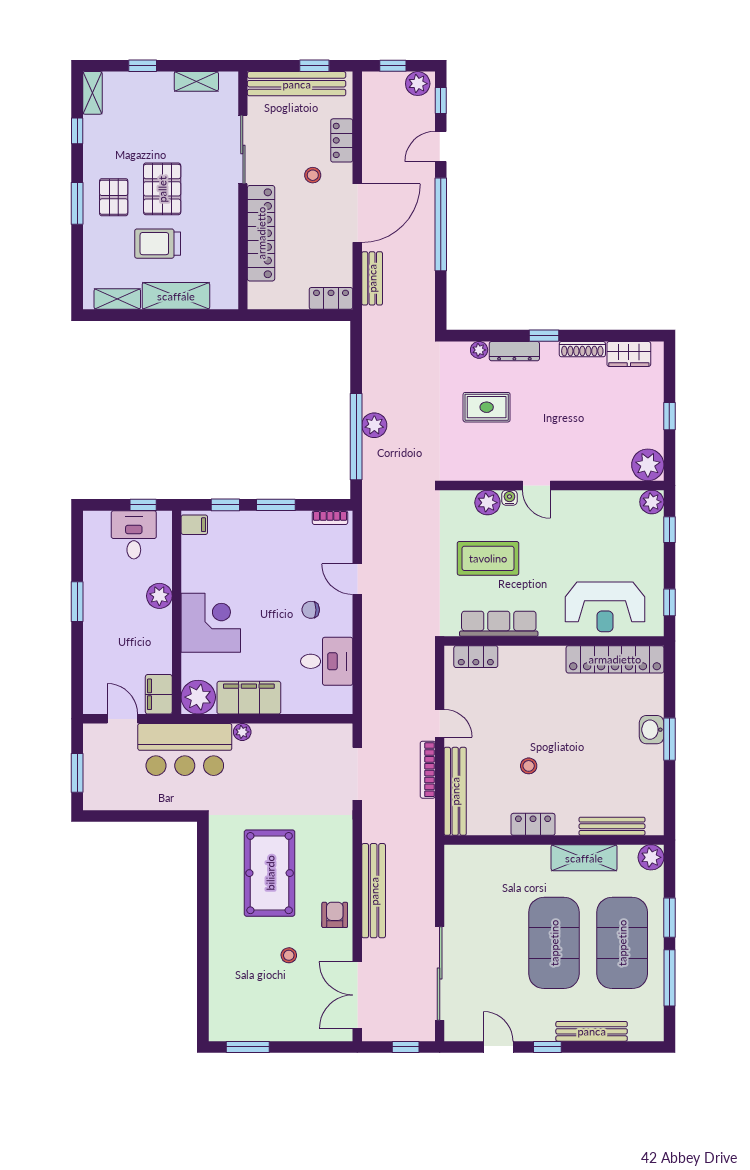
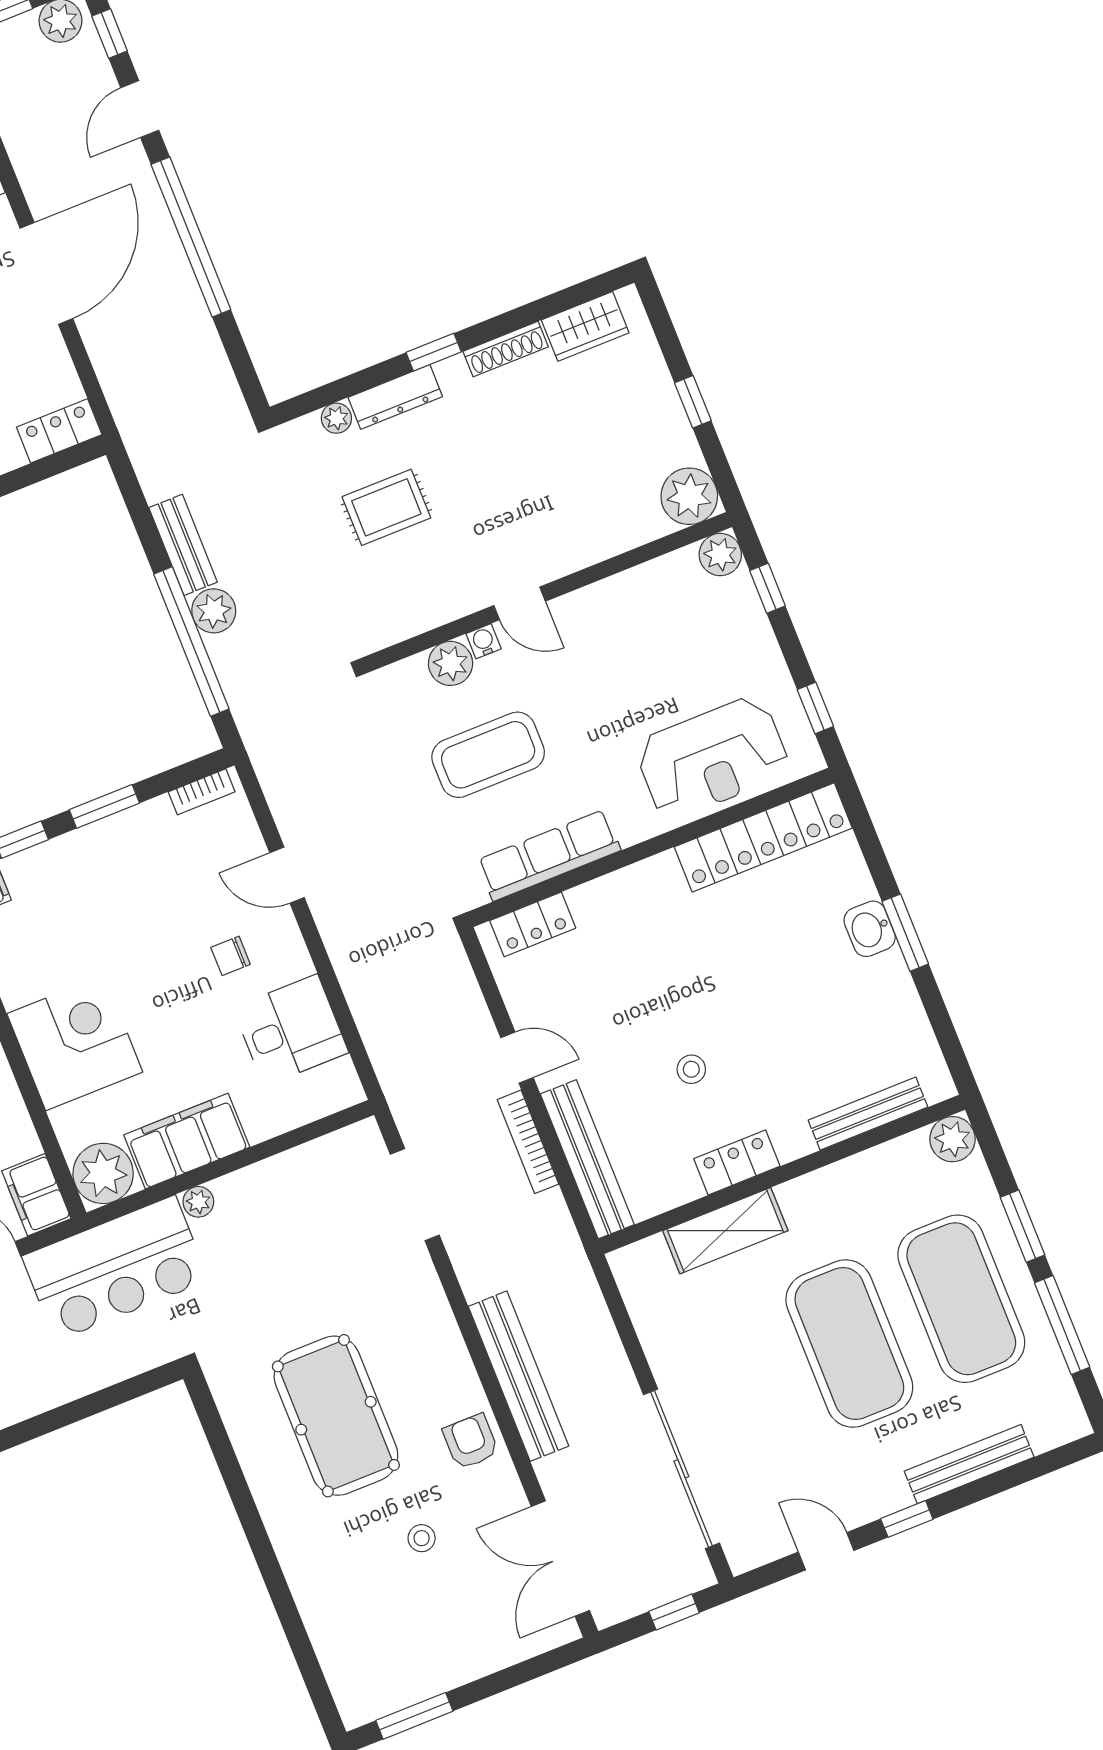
bench: (372, 278) -> (183, 545), moved
shelving: (584, 858) -> (725, 1231), moved

